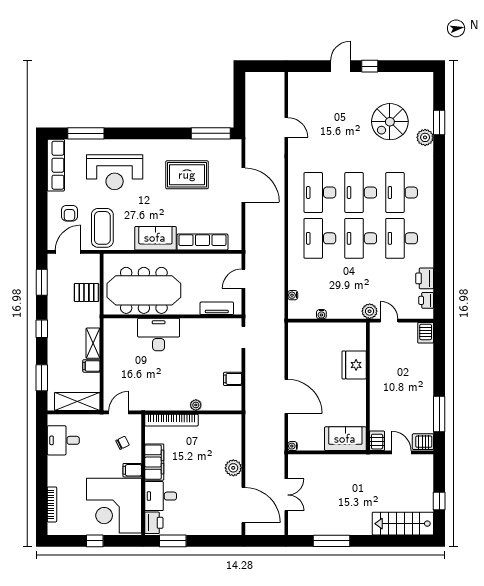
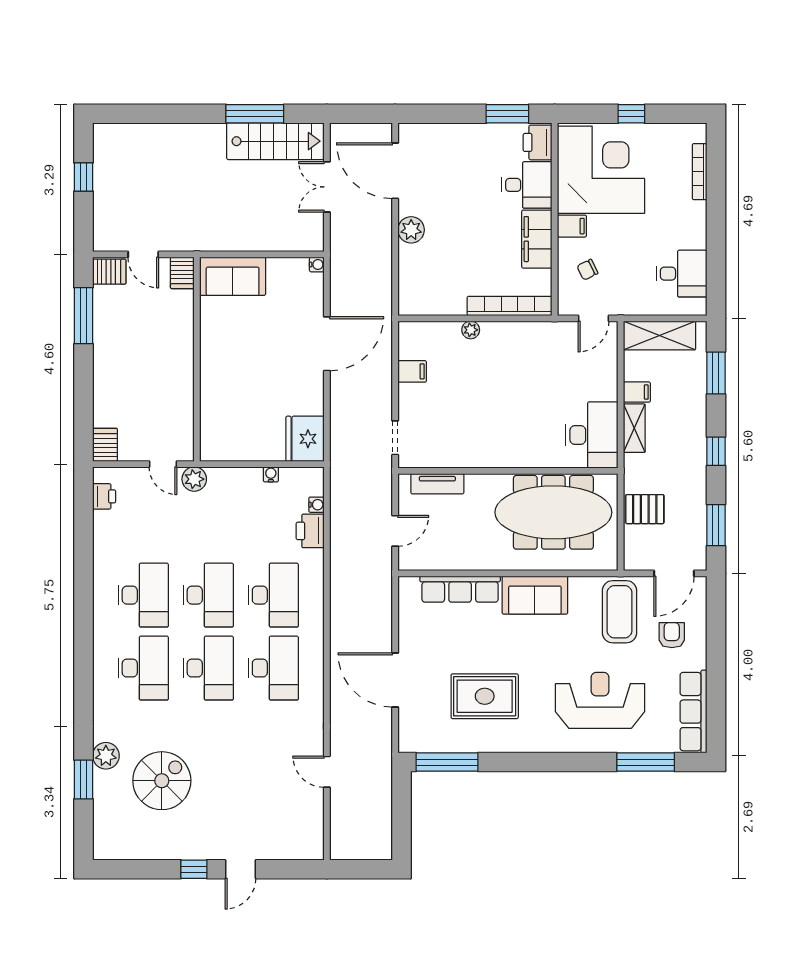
printer: (425, 278) -> (310, 531), moved, turned 180
desk: (159, 334) -> (592, 435), moved, turned -90
fridge: (354, 365) -> (305, 439), moved, turned 180
door: (286, 396) -> (327, 344), swing flipped
stairs: (403, 524) -> (275, 141), moved

